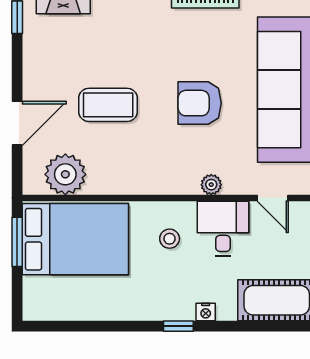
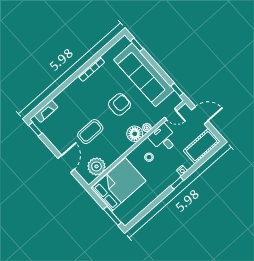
armchair: (200, 103) -> (119, 104), turned 180
floor lamp: (181, 177) -> (135, 134), added
window: (17, 242) -> (112, 216), moved

